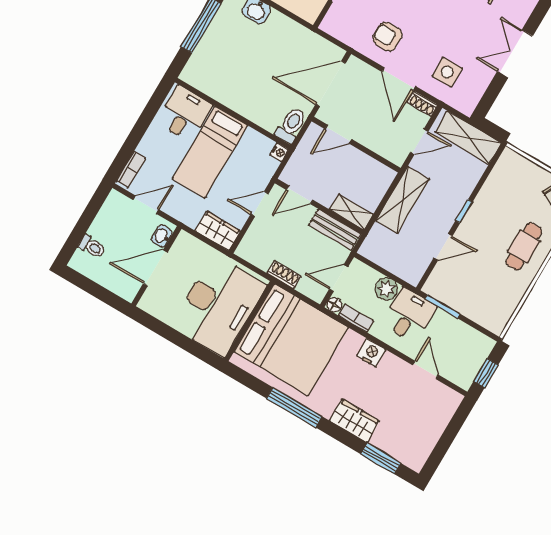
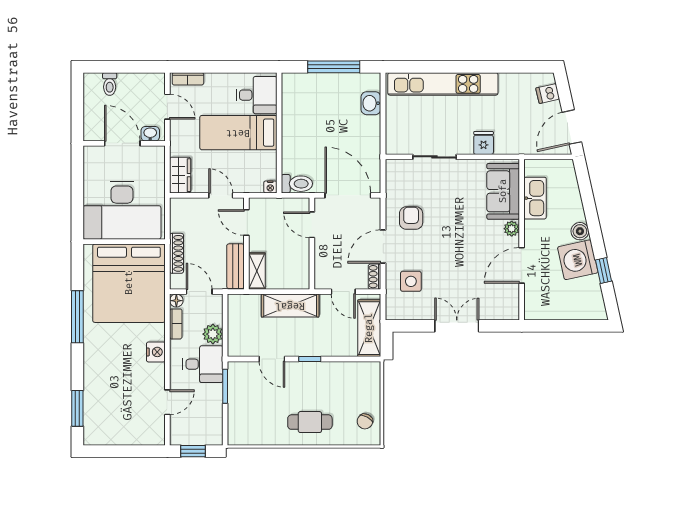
shoe rack: (284, 275) -> (177, 253), width x1.43
wardrobe: (354, 421) -> (95, 370), removed

